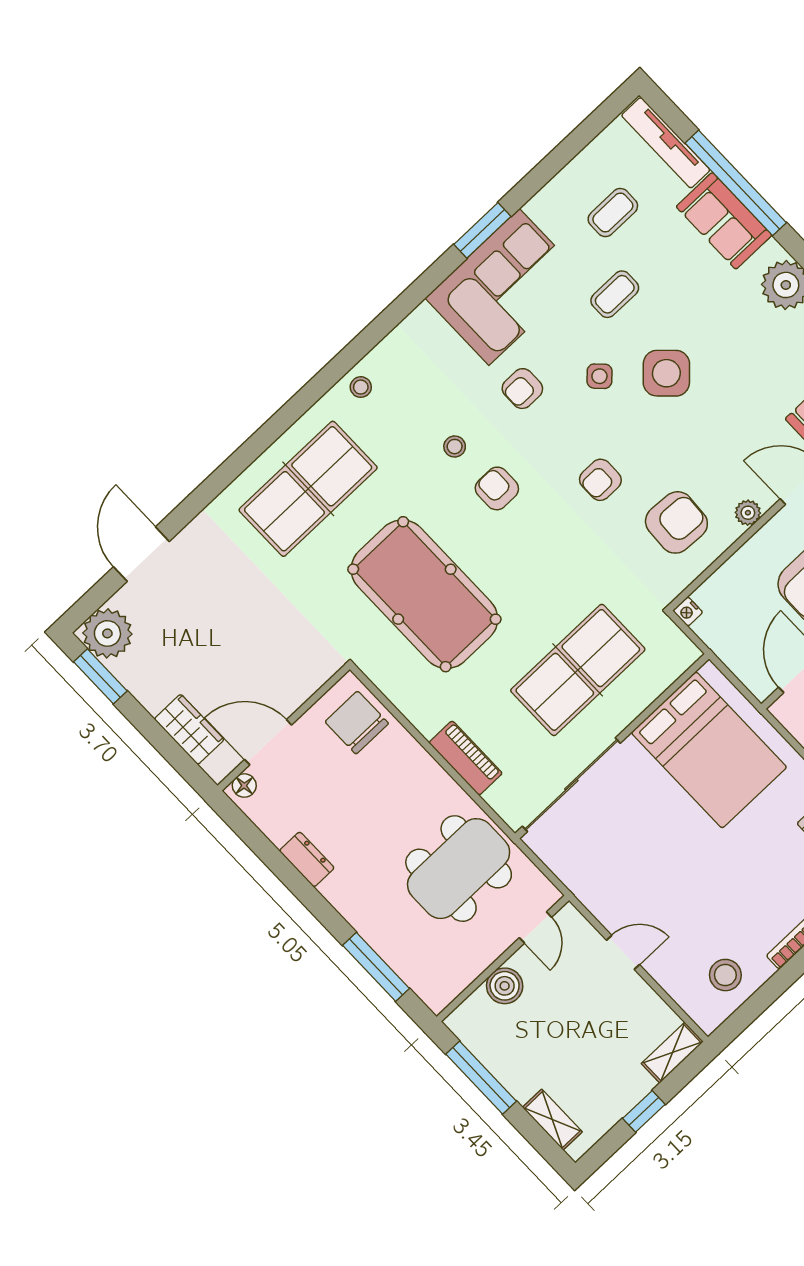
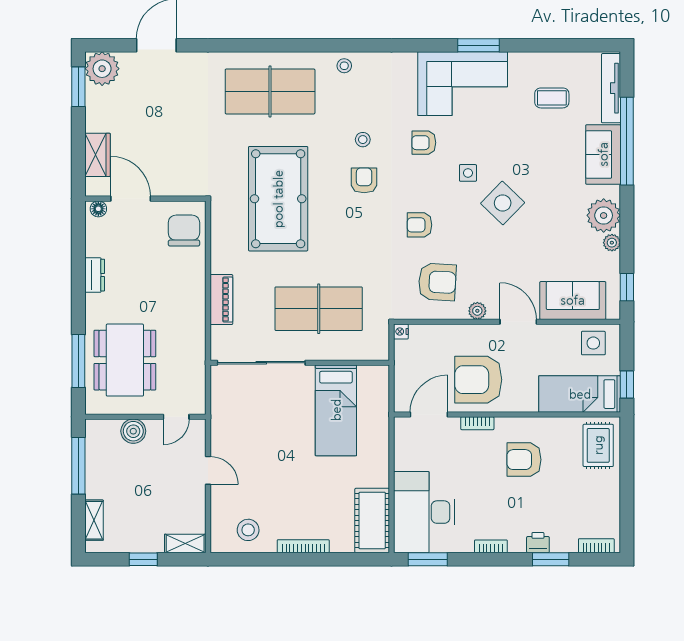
coffee table: (615, 294) -> (514, 139), removed
side table: (599, 376) -> (468, 173), turned 45
bed: (709, 750) -> (336, 410), width x0.67
dining table: (459, 869) -> (125, 360), moved, turned 90

